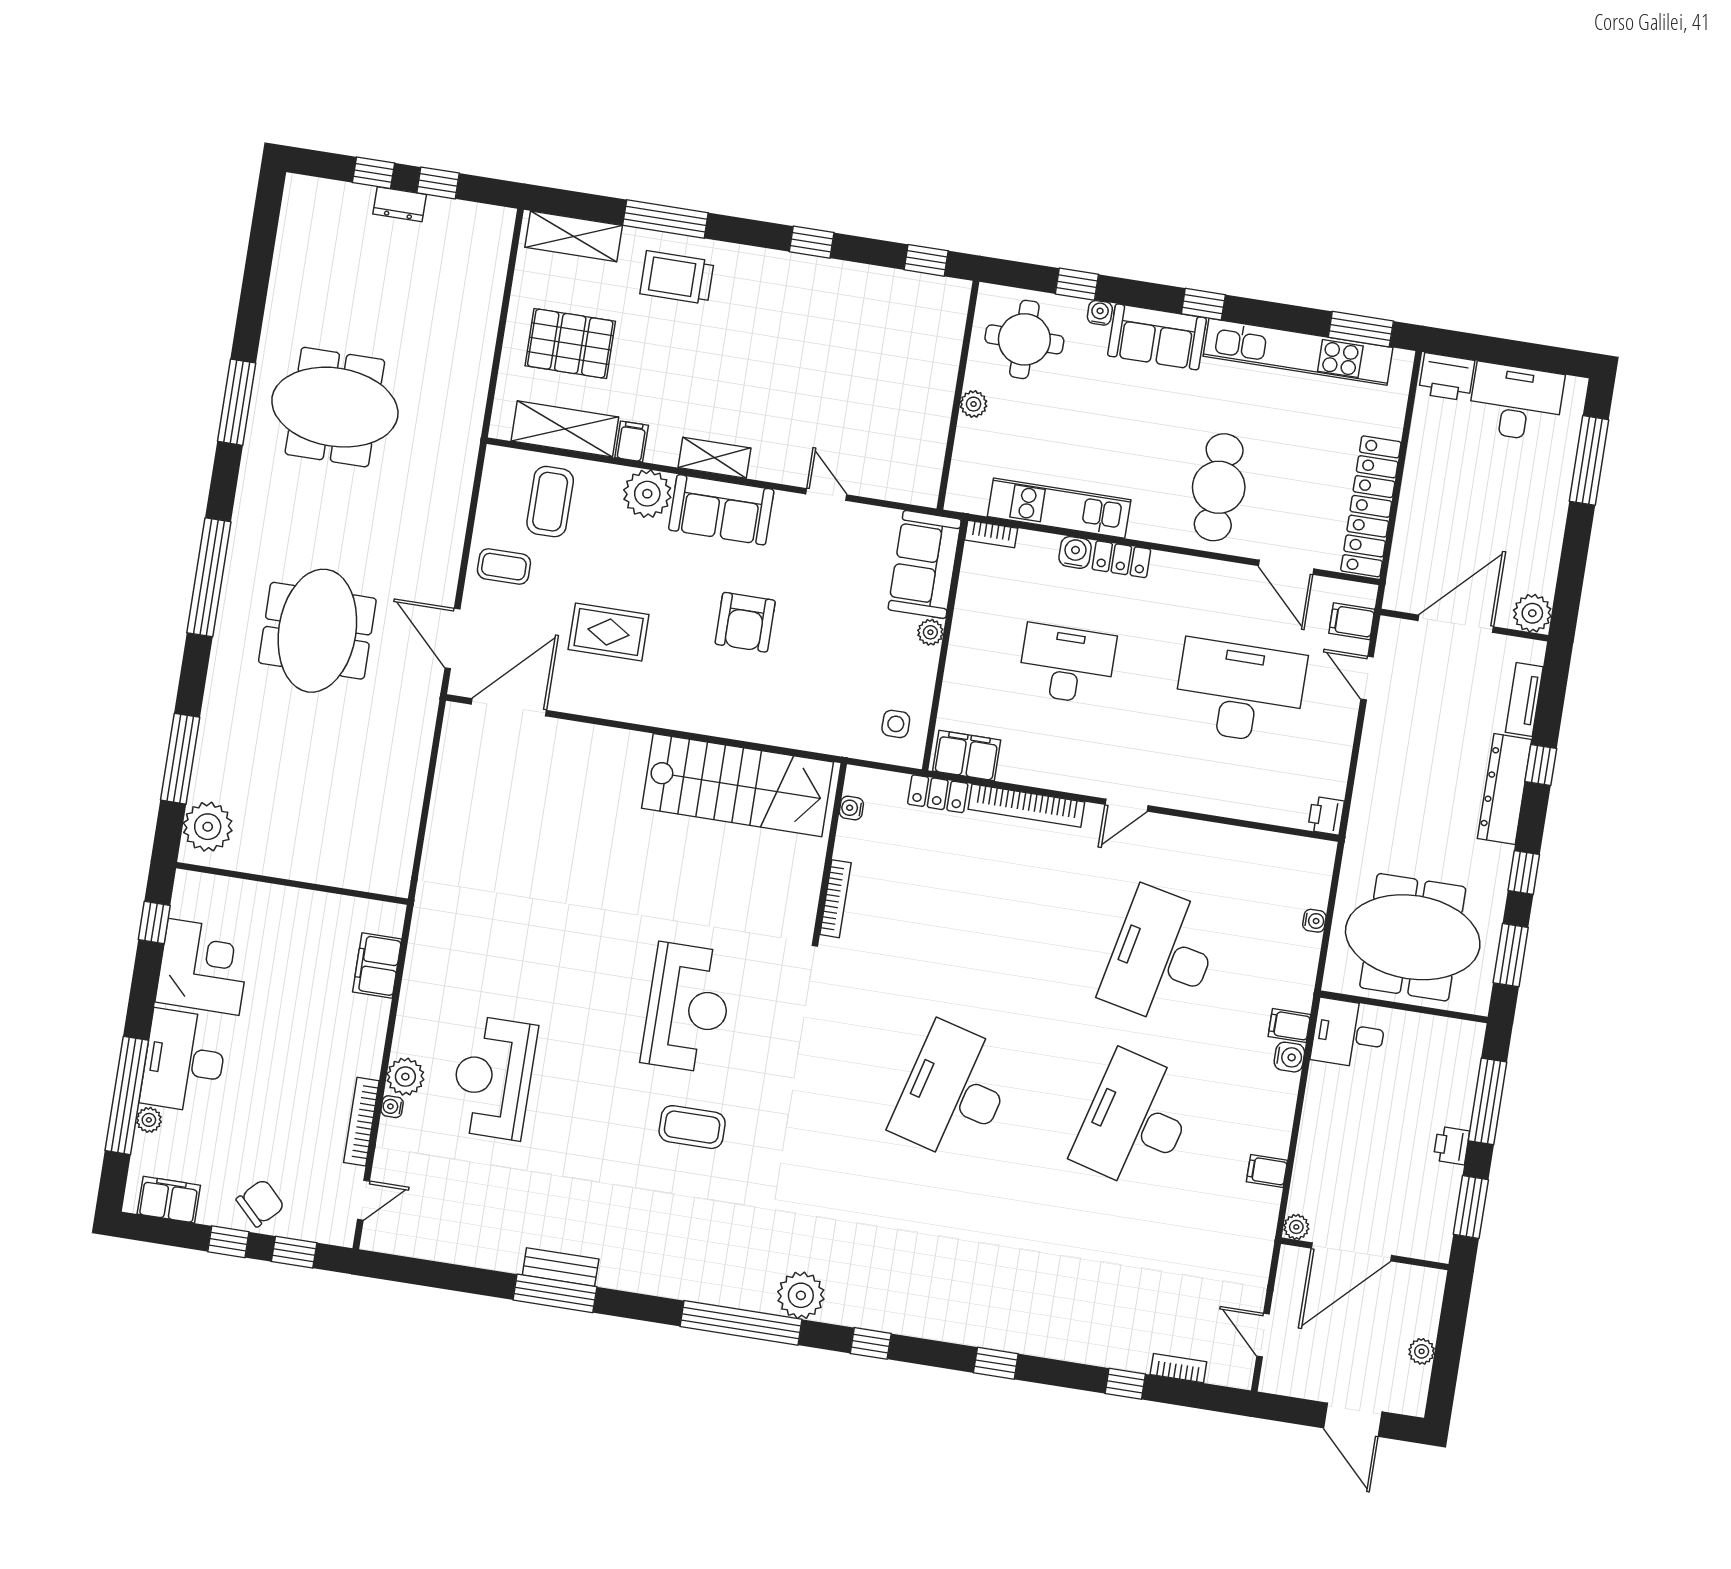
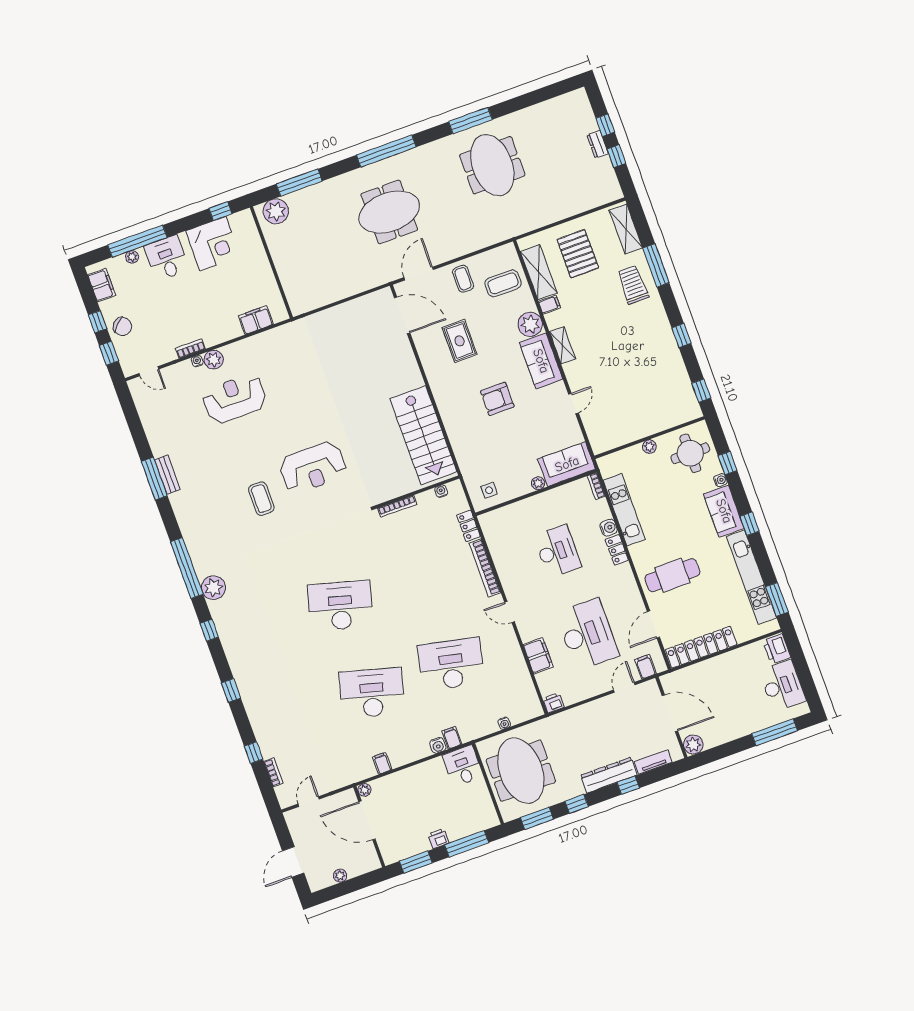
filing cabinet: (967, 755) -> (538, 656), moved
desk: (184, 1061) -> (167, 258), width x0.73
bookcase: (361, 1122) -> (190, 349), width x0.64

